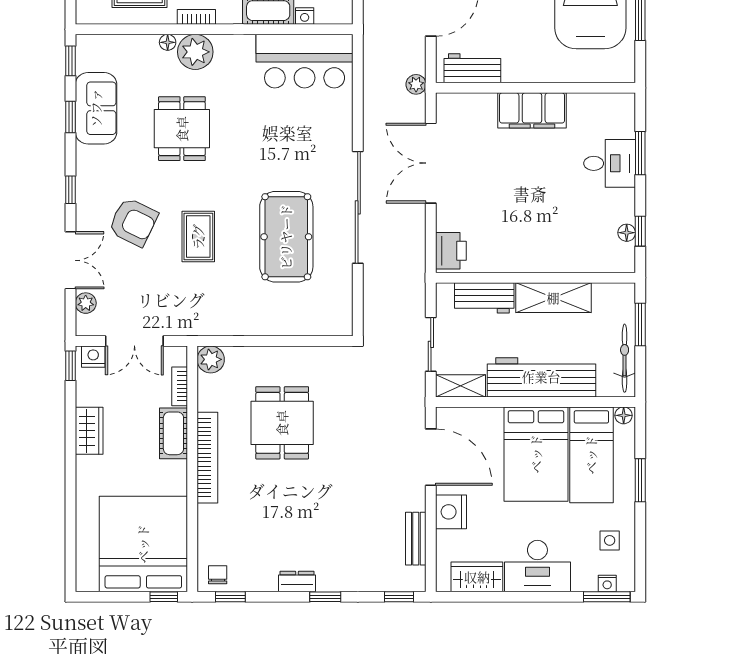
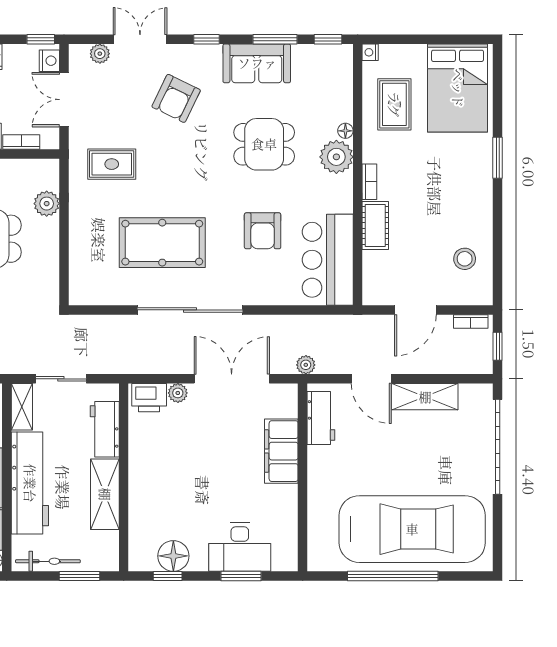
nightstand: (305, 16) -> (370, 52), moved
bookcase: (196, 17) -> (369, 182), moved
sofa: (96, 108) -> (257, 63), moved
filing cabinet: (532, 110) -> (281, 451), moved
window: (70, 117) -> (275, 39), width x1.50
armchair: (274, 130) -> (263, 231), added
desk: (610, 163) -> (240, 547), width x1.37
plant: (446, 220) -> (178, 393), added
floor lamp: (627, 233) -> (173, 556), width x1.89, depth x1.89
rug: (198, 237) -> (112, 164), moved
double door: (70, 260) -> (140, 39), swing flipped
plant: (211, 359) -> (47, 204), moved

